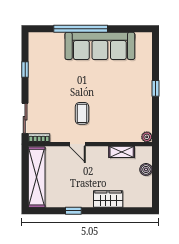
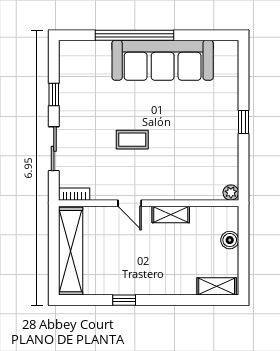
coffee table: (82, 113) -> (132, 140), moved, turned 90
sliding door: (25, 118) -> (54, 149), moved
shelving: (122, 152) -> (171, 215), moved
wardrobe: (108, 199) -> (175, 283), removed
shelving: (137, 201) -> (217, 286), added

